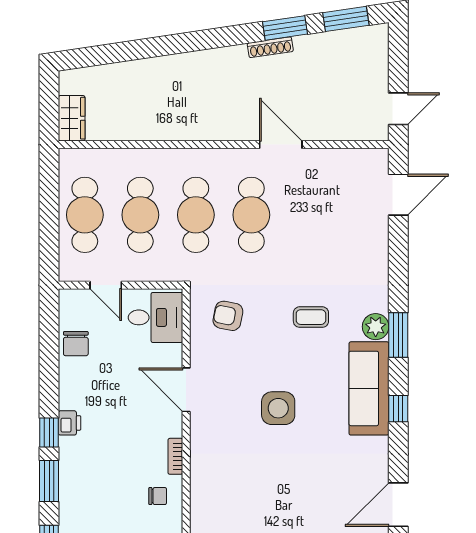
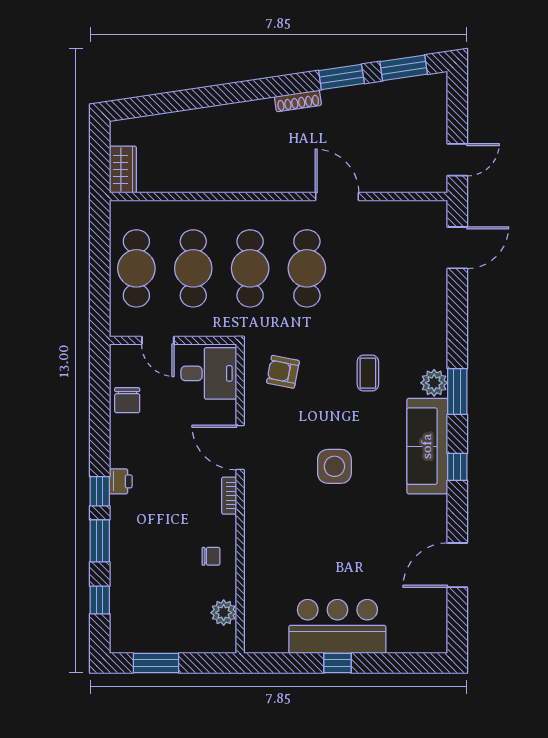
shoe rack: (270, 47) -> (298, 101), moved
coffee table: (311, 317) -> (368, 373), turned 90
bookcase: (175, 456) -> (229, 496), moved

